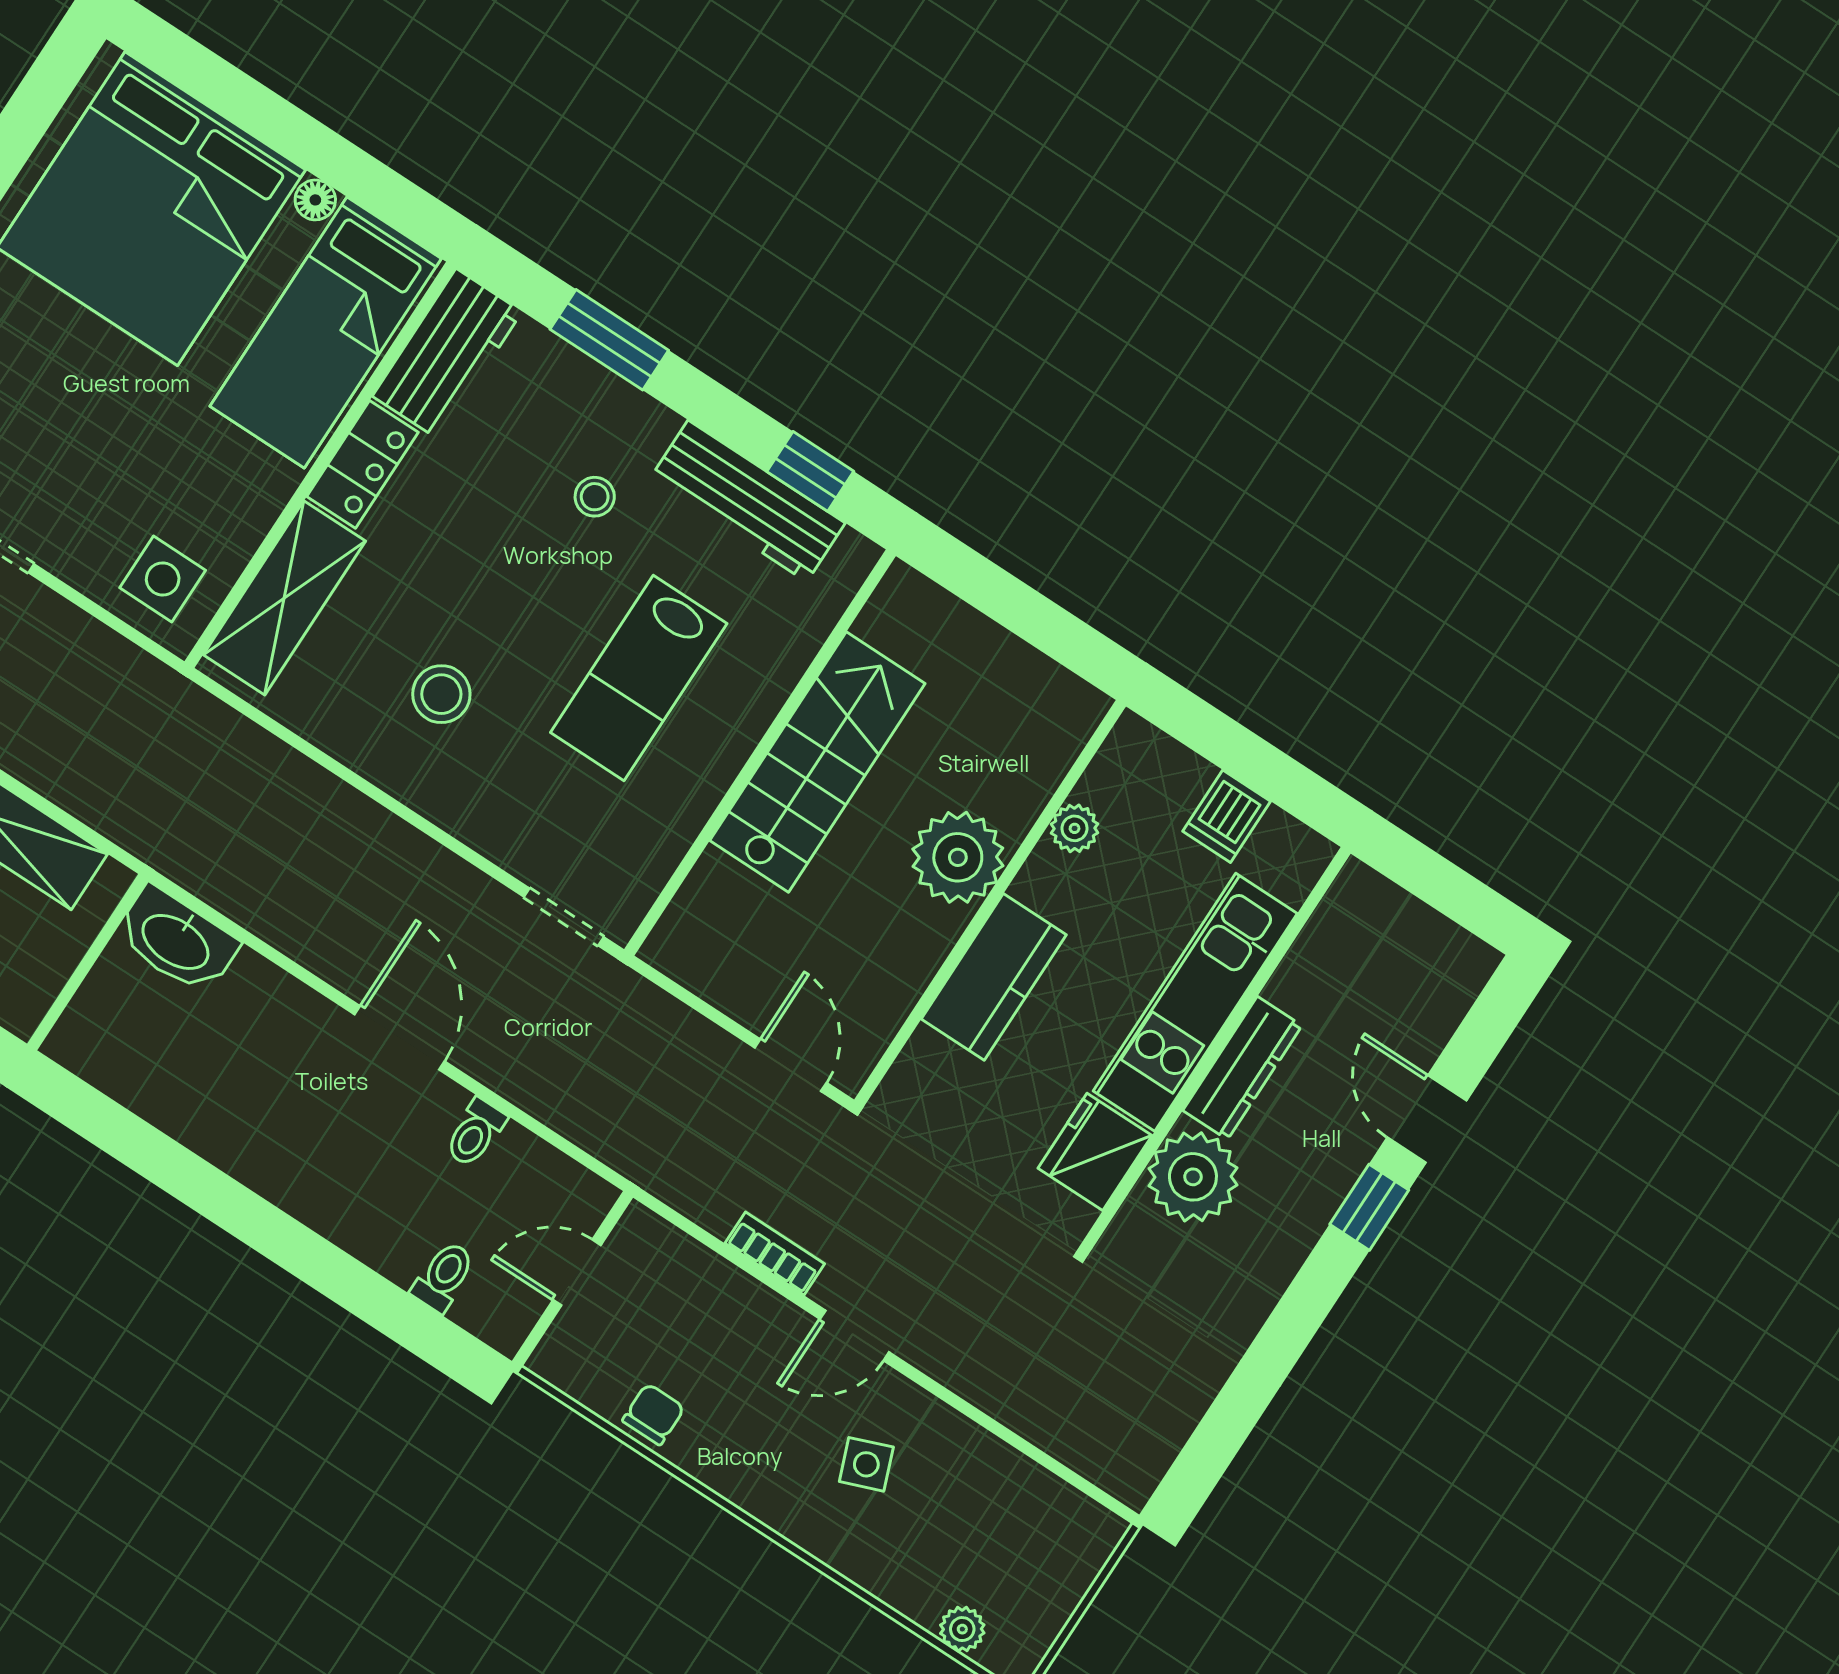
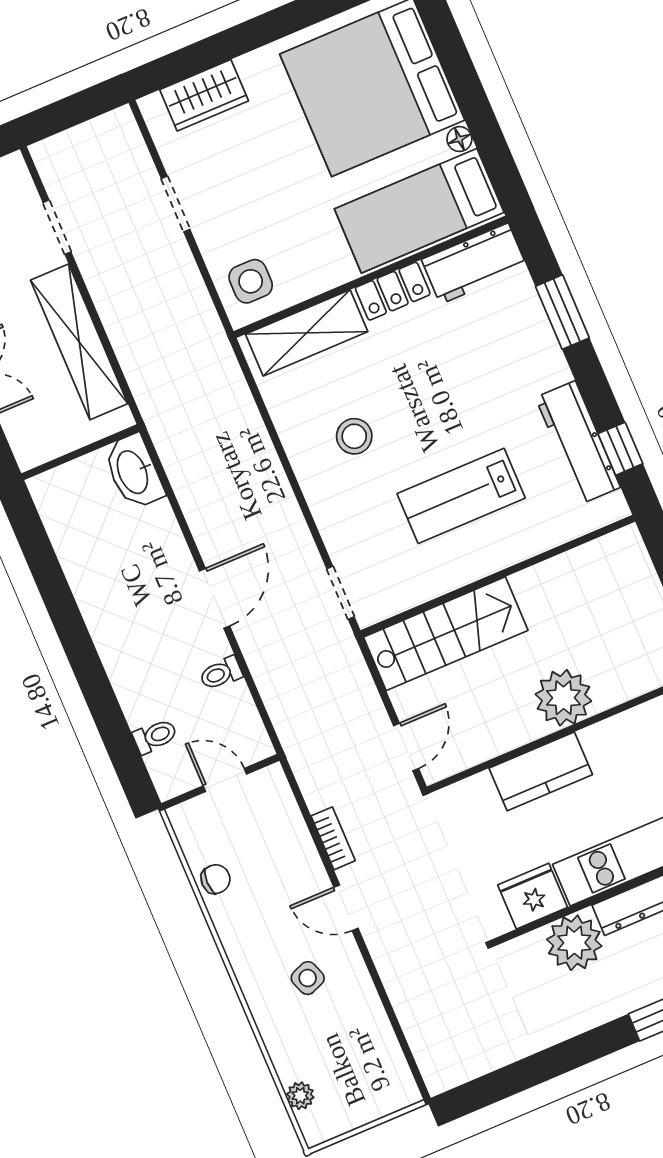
stool: (595, 497) -> (501, 388), removed
stairs: (817, 762) -> (446, 634), moved
plant: (1075, 828) -> (633, 723), removed

